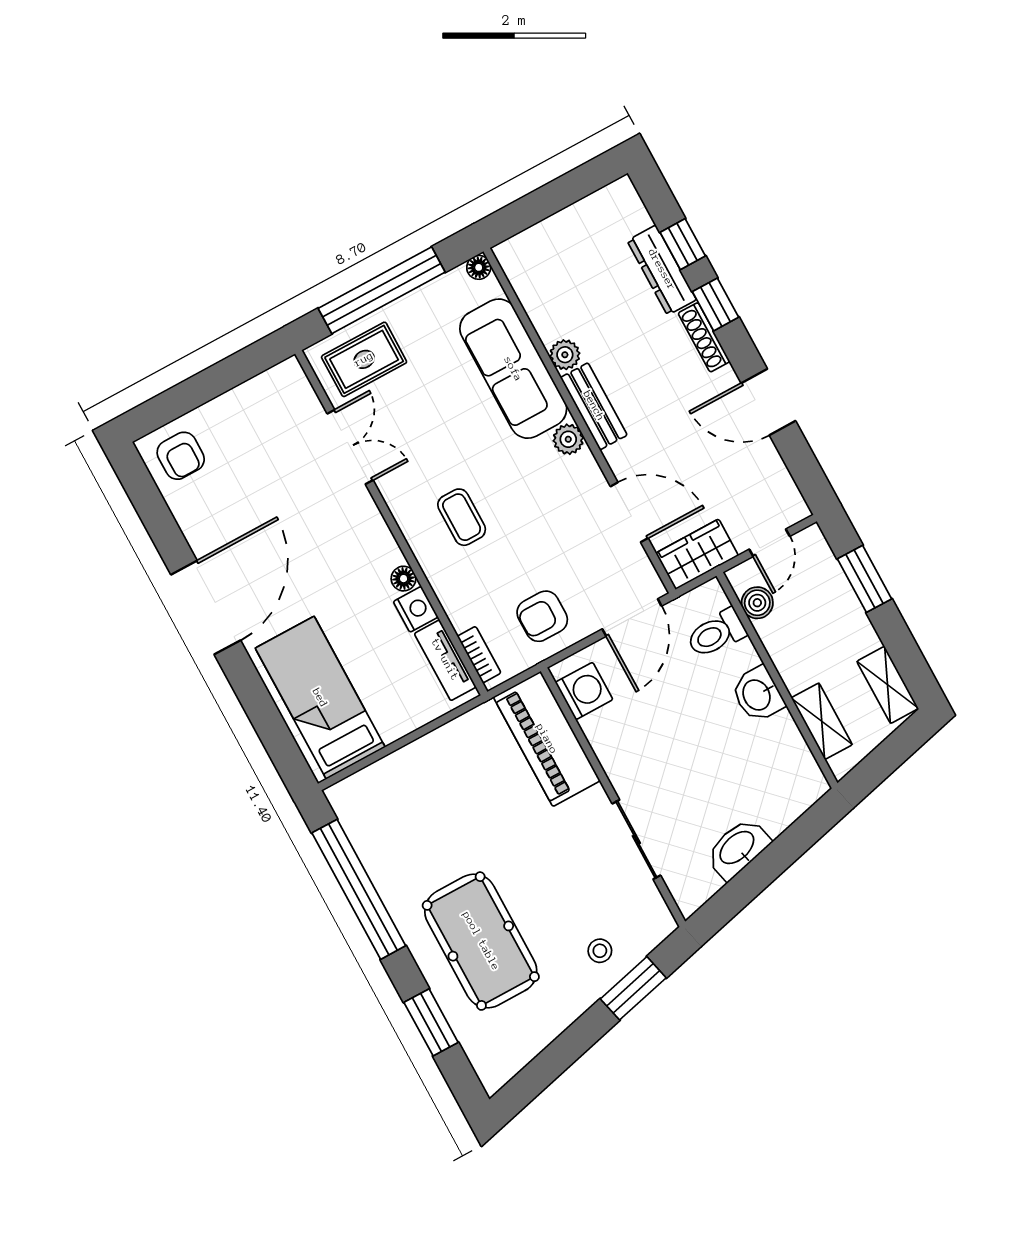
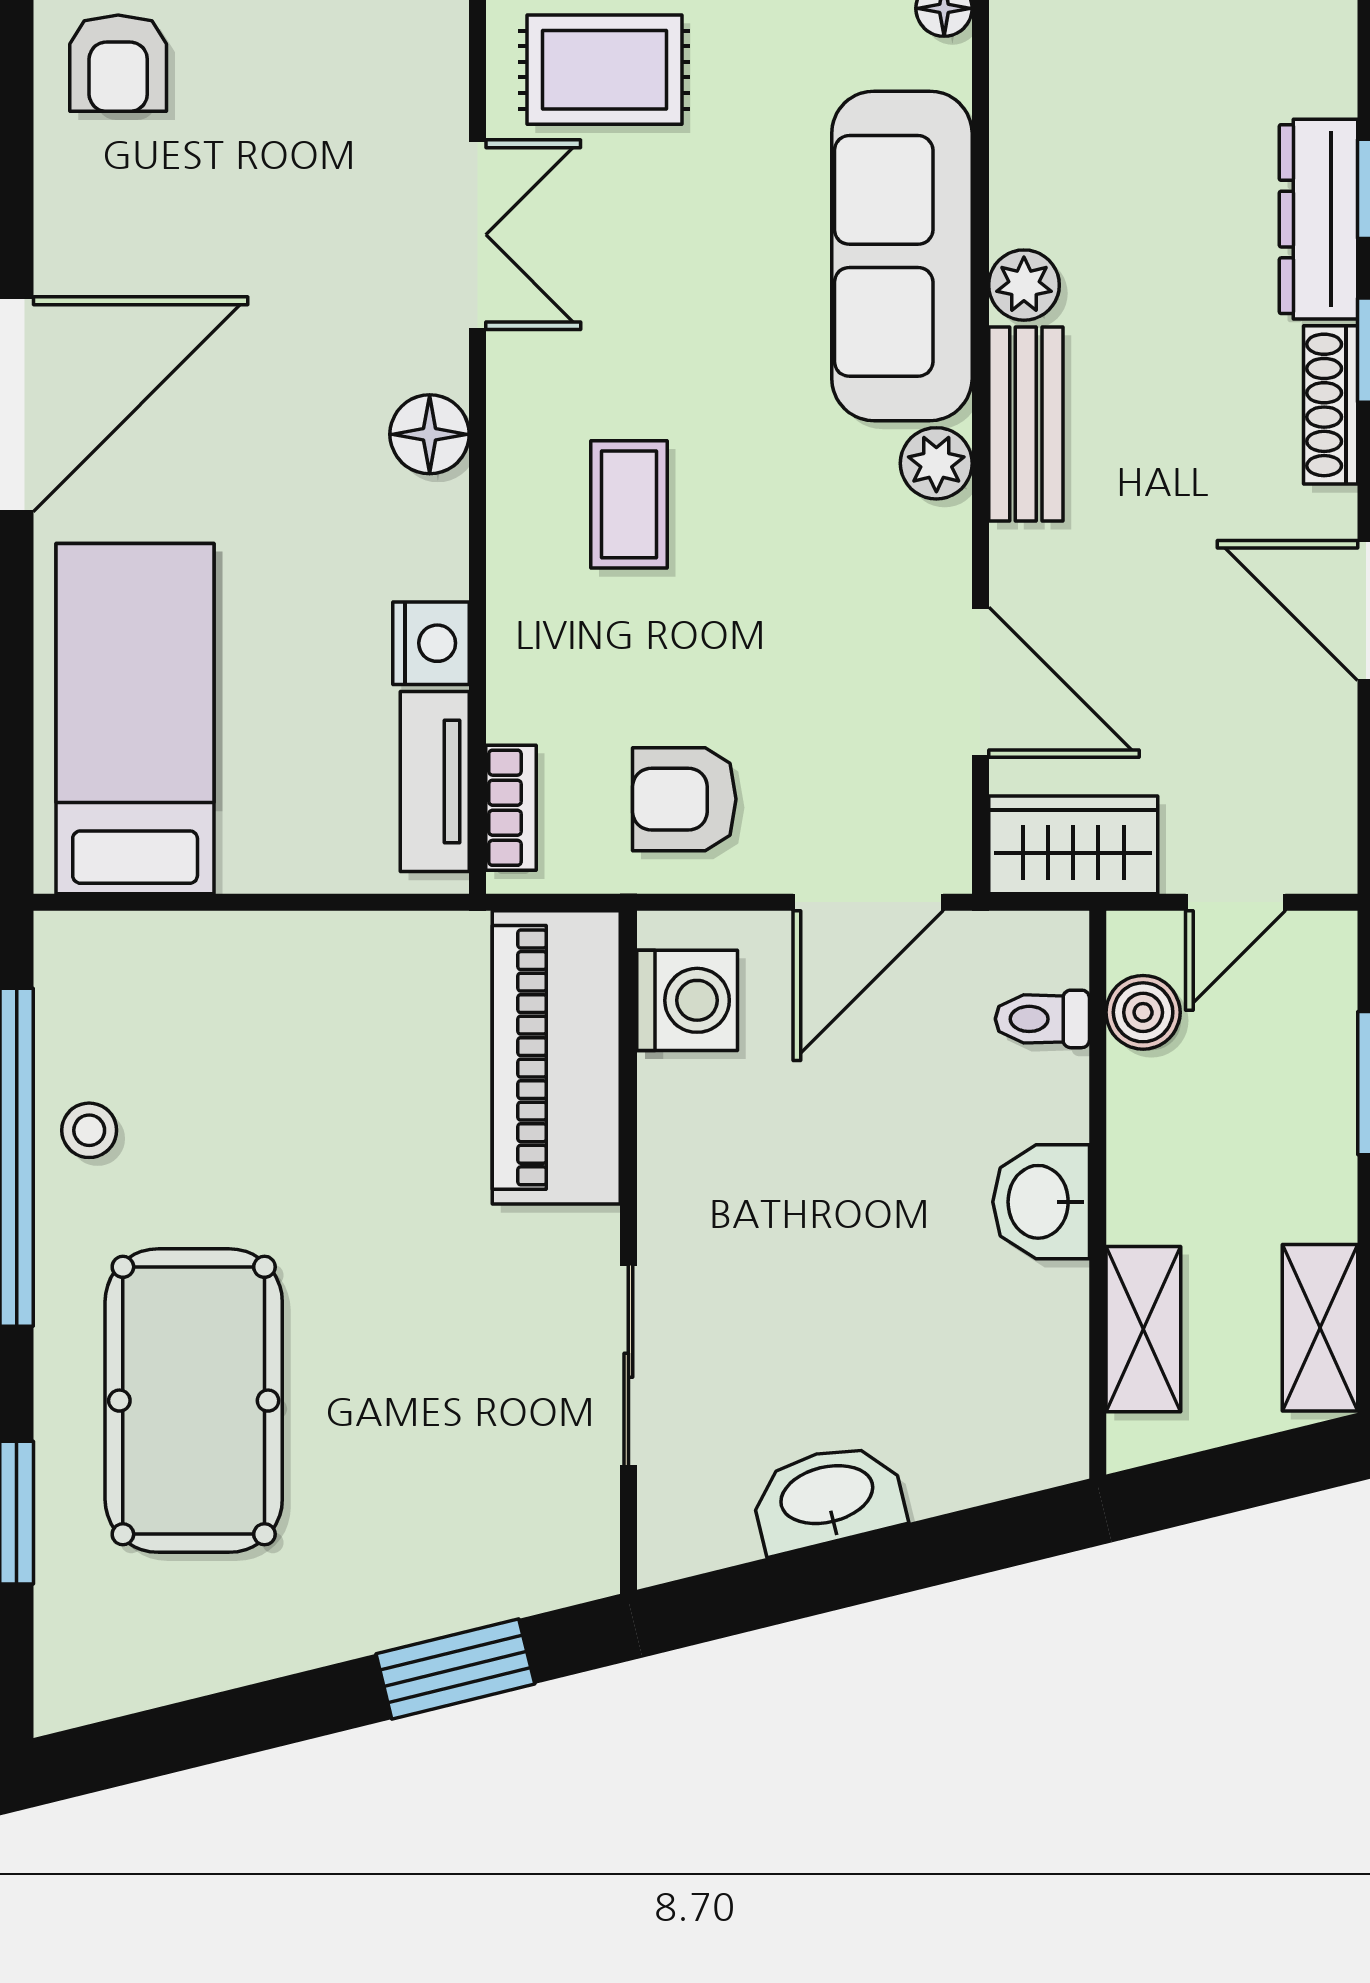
floor lamp: (404, 579) -> (430, 434), moved, width x1.37, depth x1.37
toilet: (716, 633) -> (1042, 1019), width x0.73, depth x0.72
stool: (600, 951) -> (89, 1130), moved

